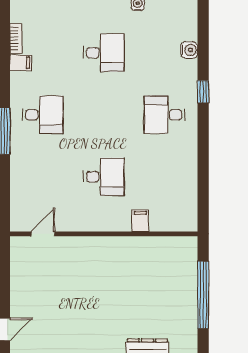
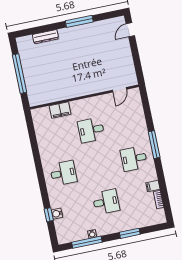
desk: (104, 53) -> (106, 202), turned 180
window: (203, 92) -> (49, 215), moved
filing cabinet: (140, 221) -> (60, 110), width x2.00

